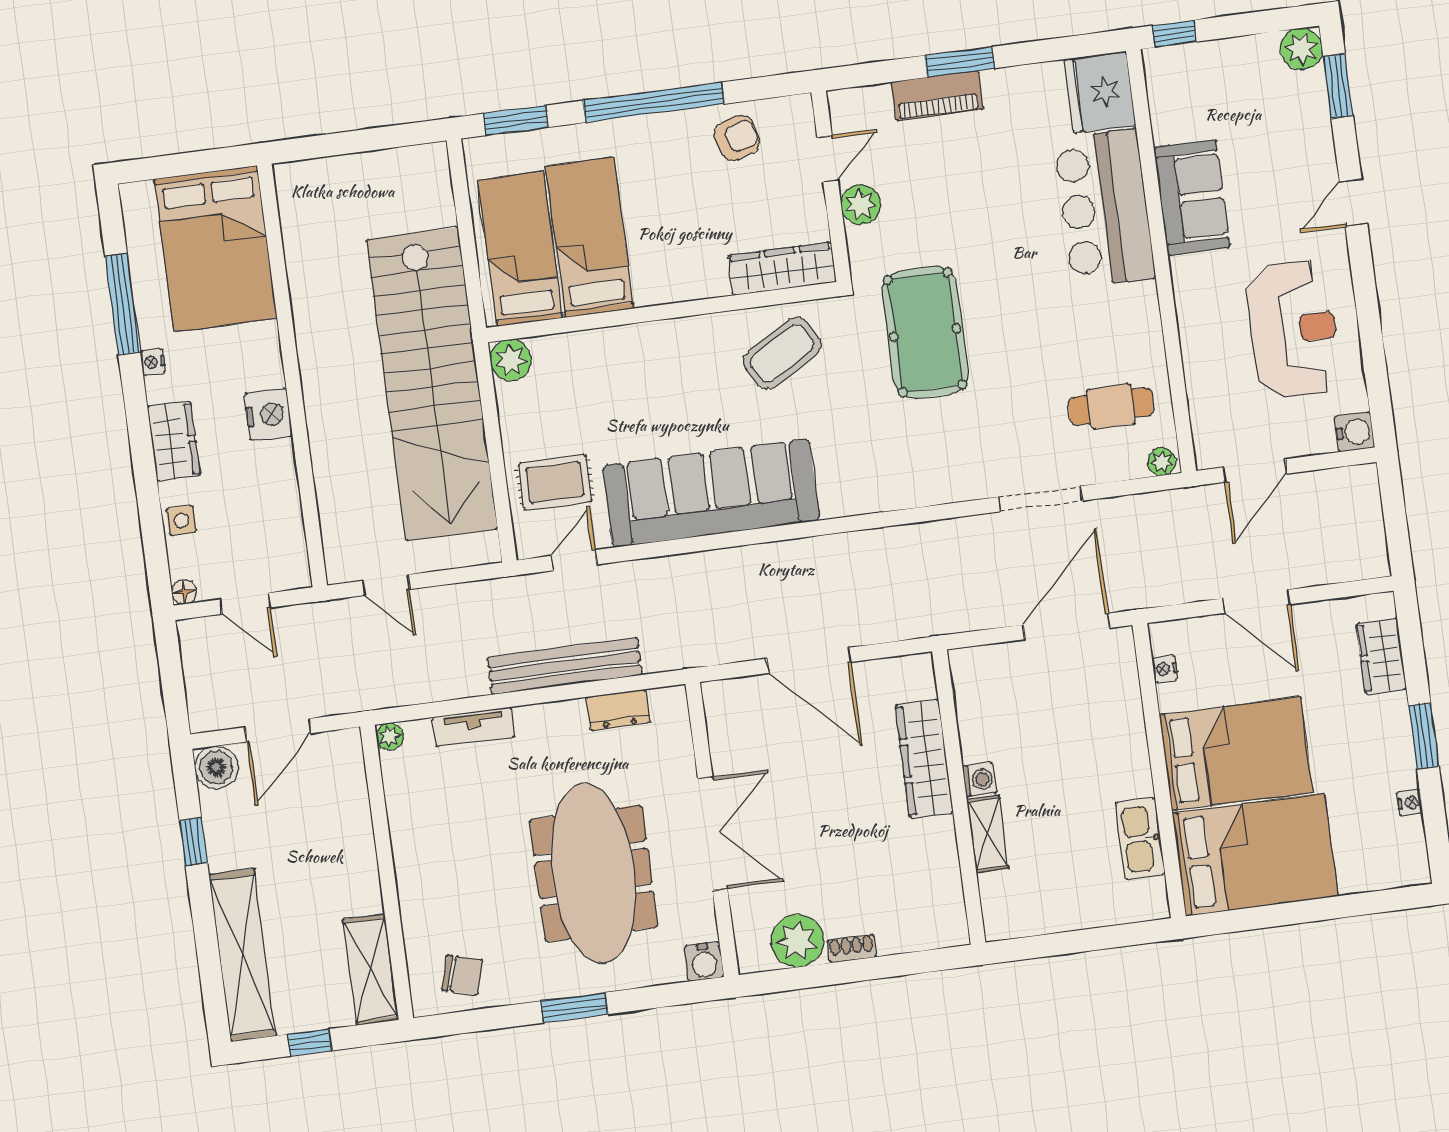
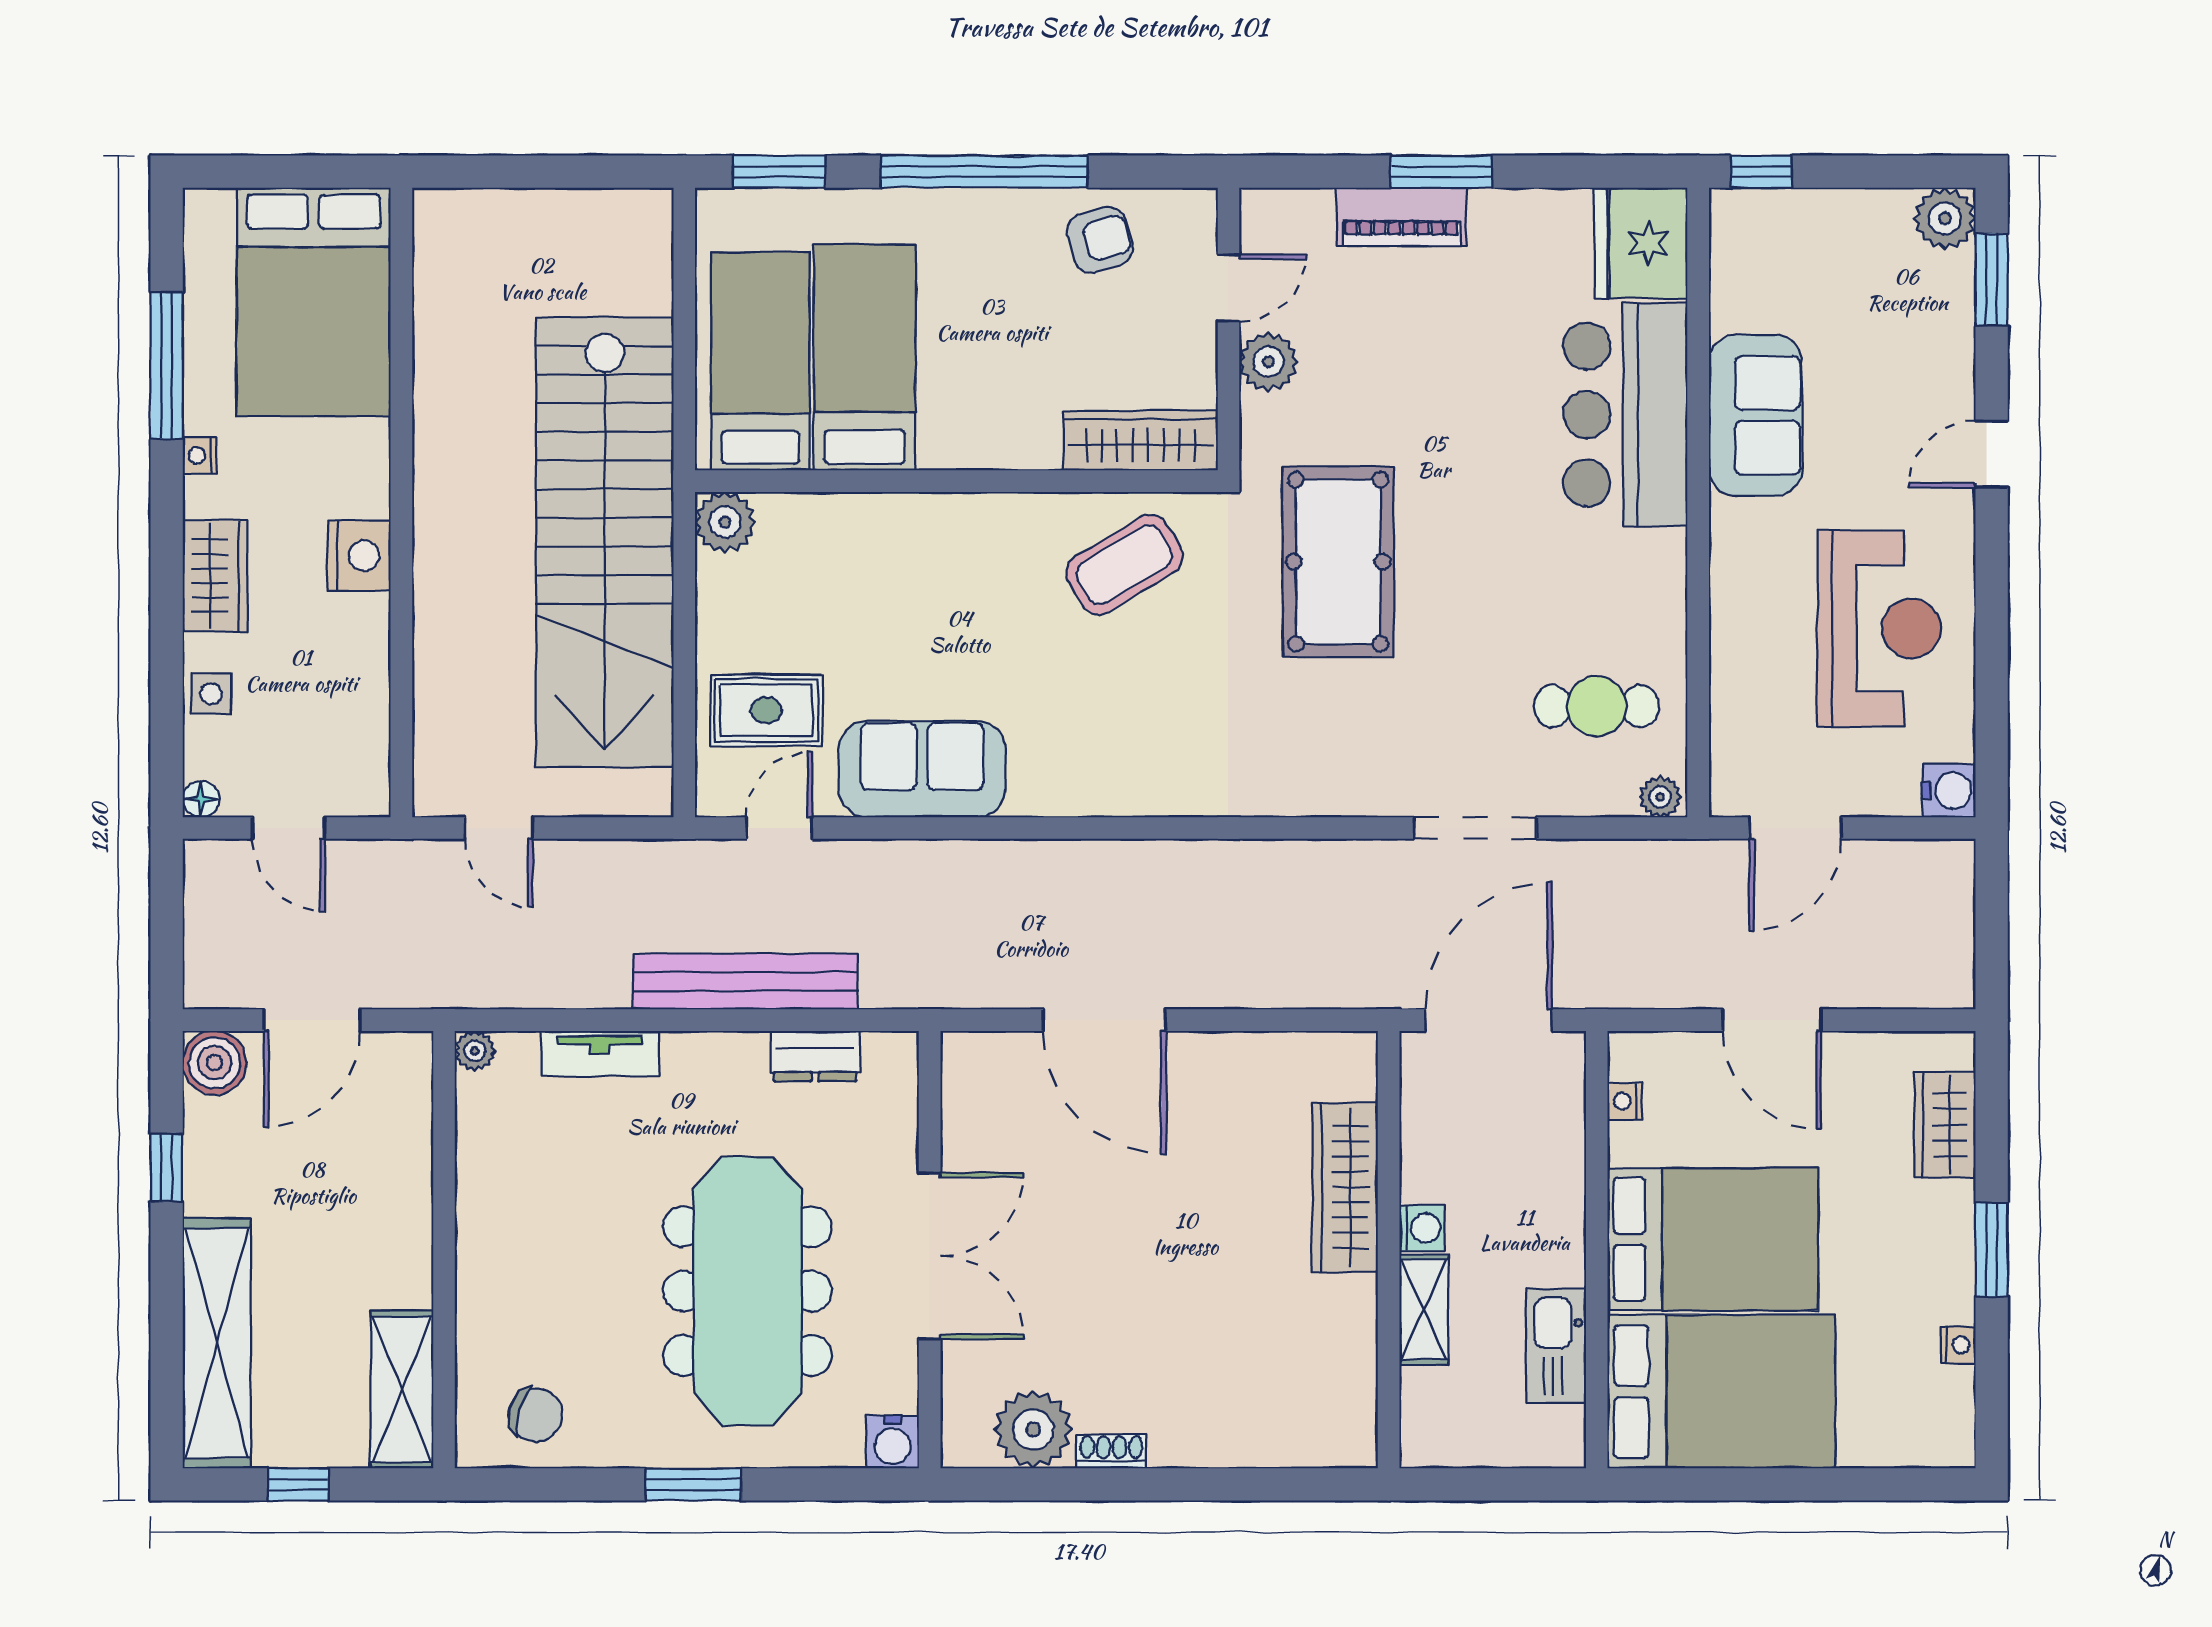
sofa: (711, 493) -> (922, 769), width x0.54, depth x0.79
wardrobe: (924, 759) -> (1345, 1187), moved
washing machine: (979, 779) -> (1422, 1228), moved
wall: (959, 797) -> (1389, 1250), moved
shelving: (988, 834) -> (1424, 1309), moved

